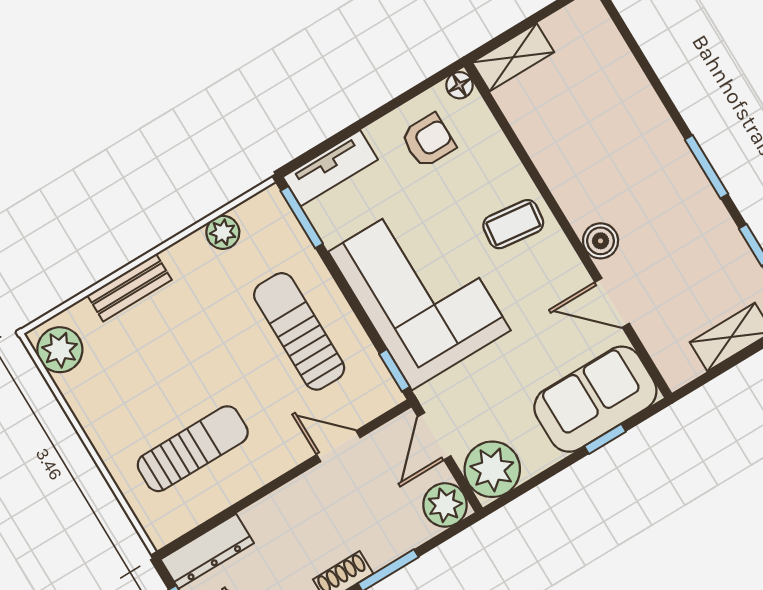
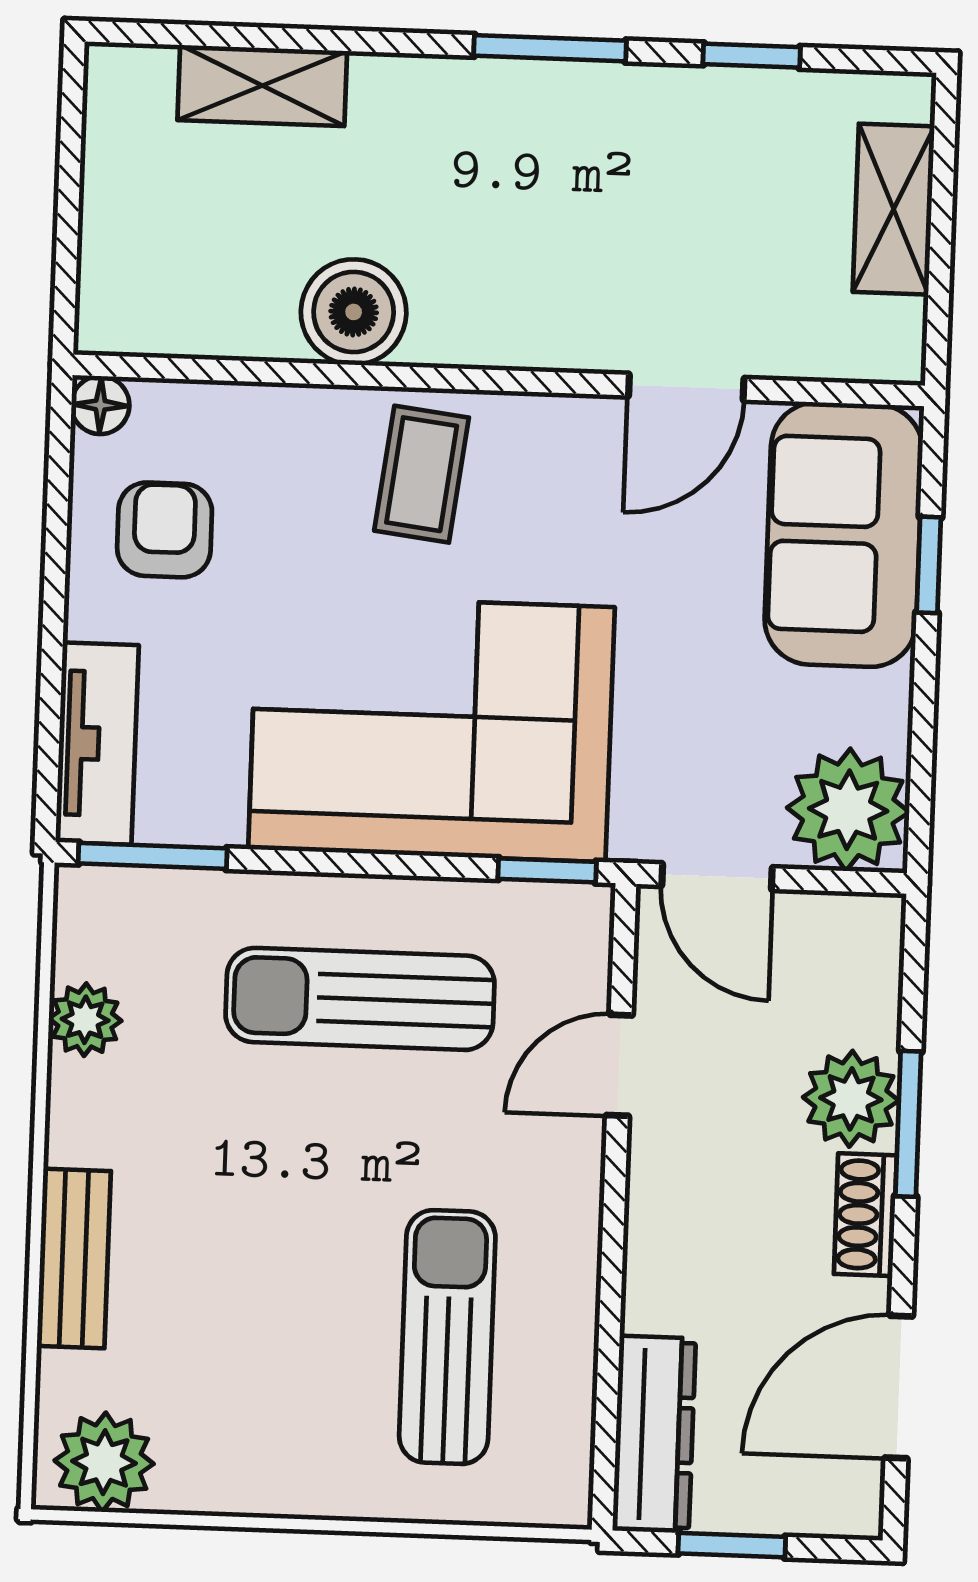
shelving: (513, 57) -> (262, 86), moved, turned 90
boiler: (601, 241) -> (354, 312), moved, width x1.36, depth x1.36
plant: (445, 505) -> (851, 1099), moved

